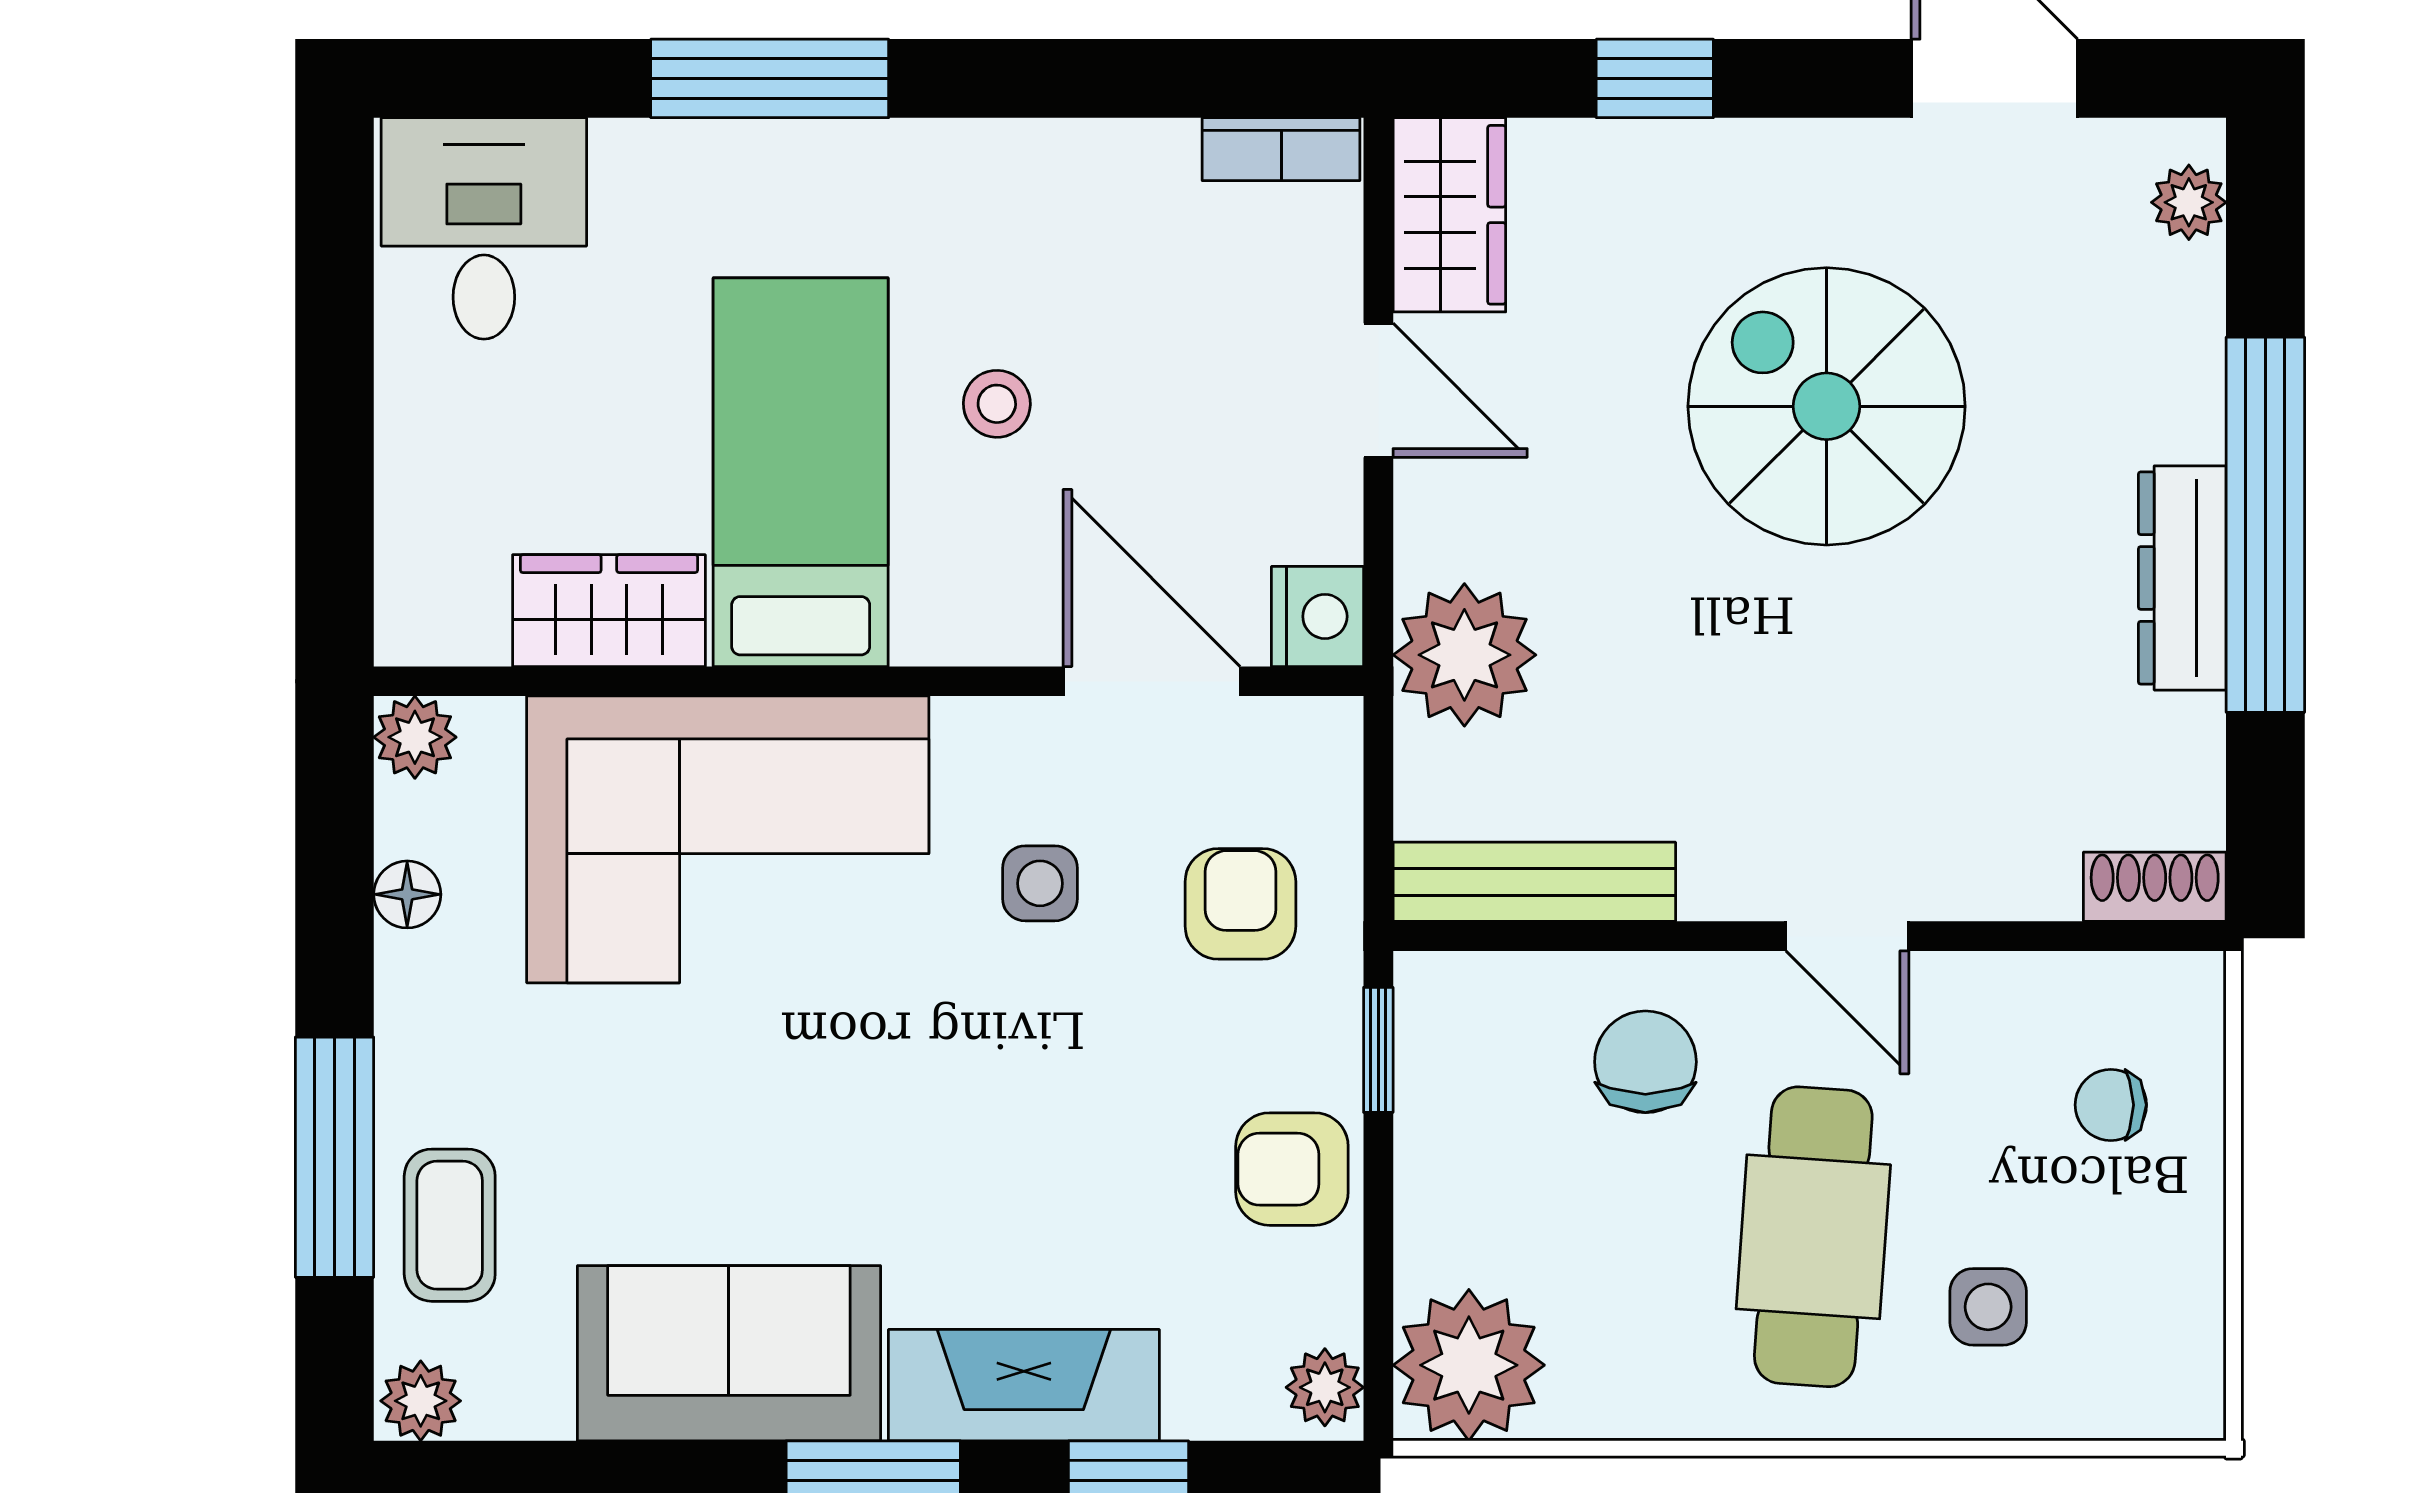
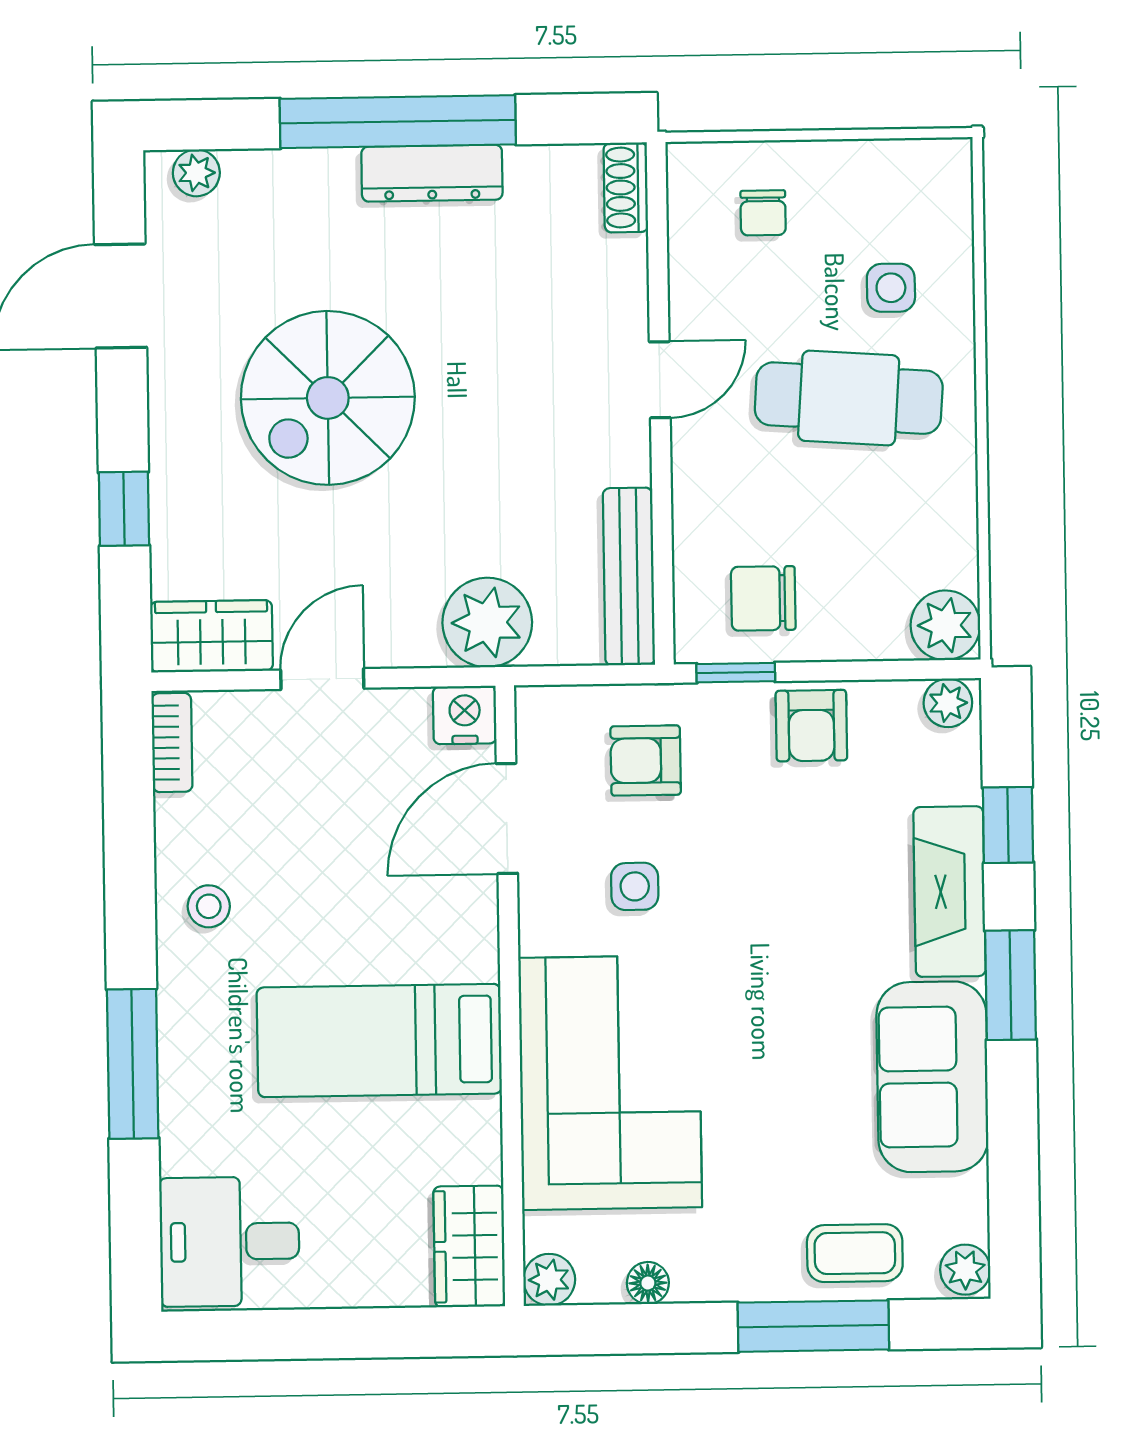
stool: (997, 404) -> (209, 906), moved
wardrobe: (609, 611) -> (469, 1246), moved
chair: (1645, 1062) -> (763, 598), moved
plant: (1469, 1365) -> (945, 625), width x0.73, depth x0.73

